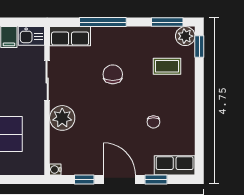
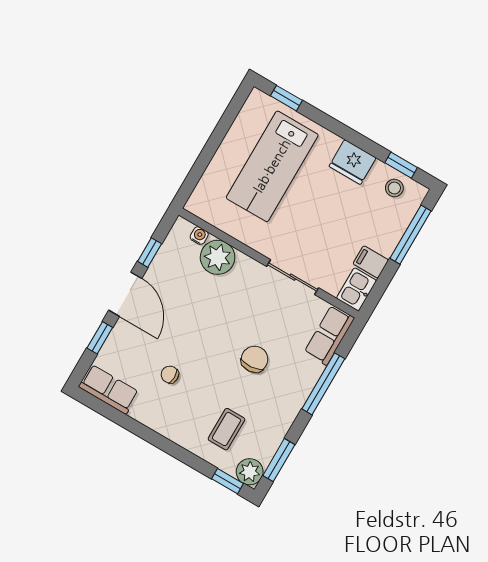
chair: (113, 74) -> (255, 359), turned -95
plant: (62, 118) -> (218, 257), moved
row of seats: (175, 165) -> (109, 389), moved, turned -90
water cooler: (55, 169) -> (199, 236), moved
door: (119, 179) -> (125, 294), hinge flipped

